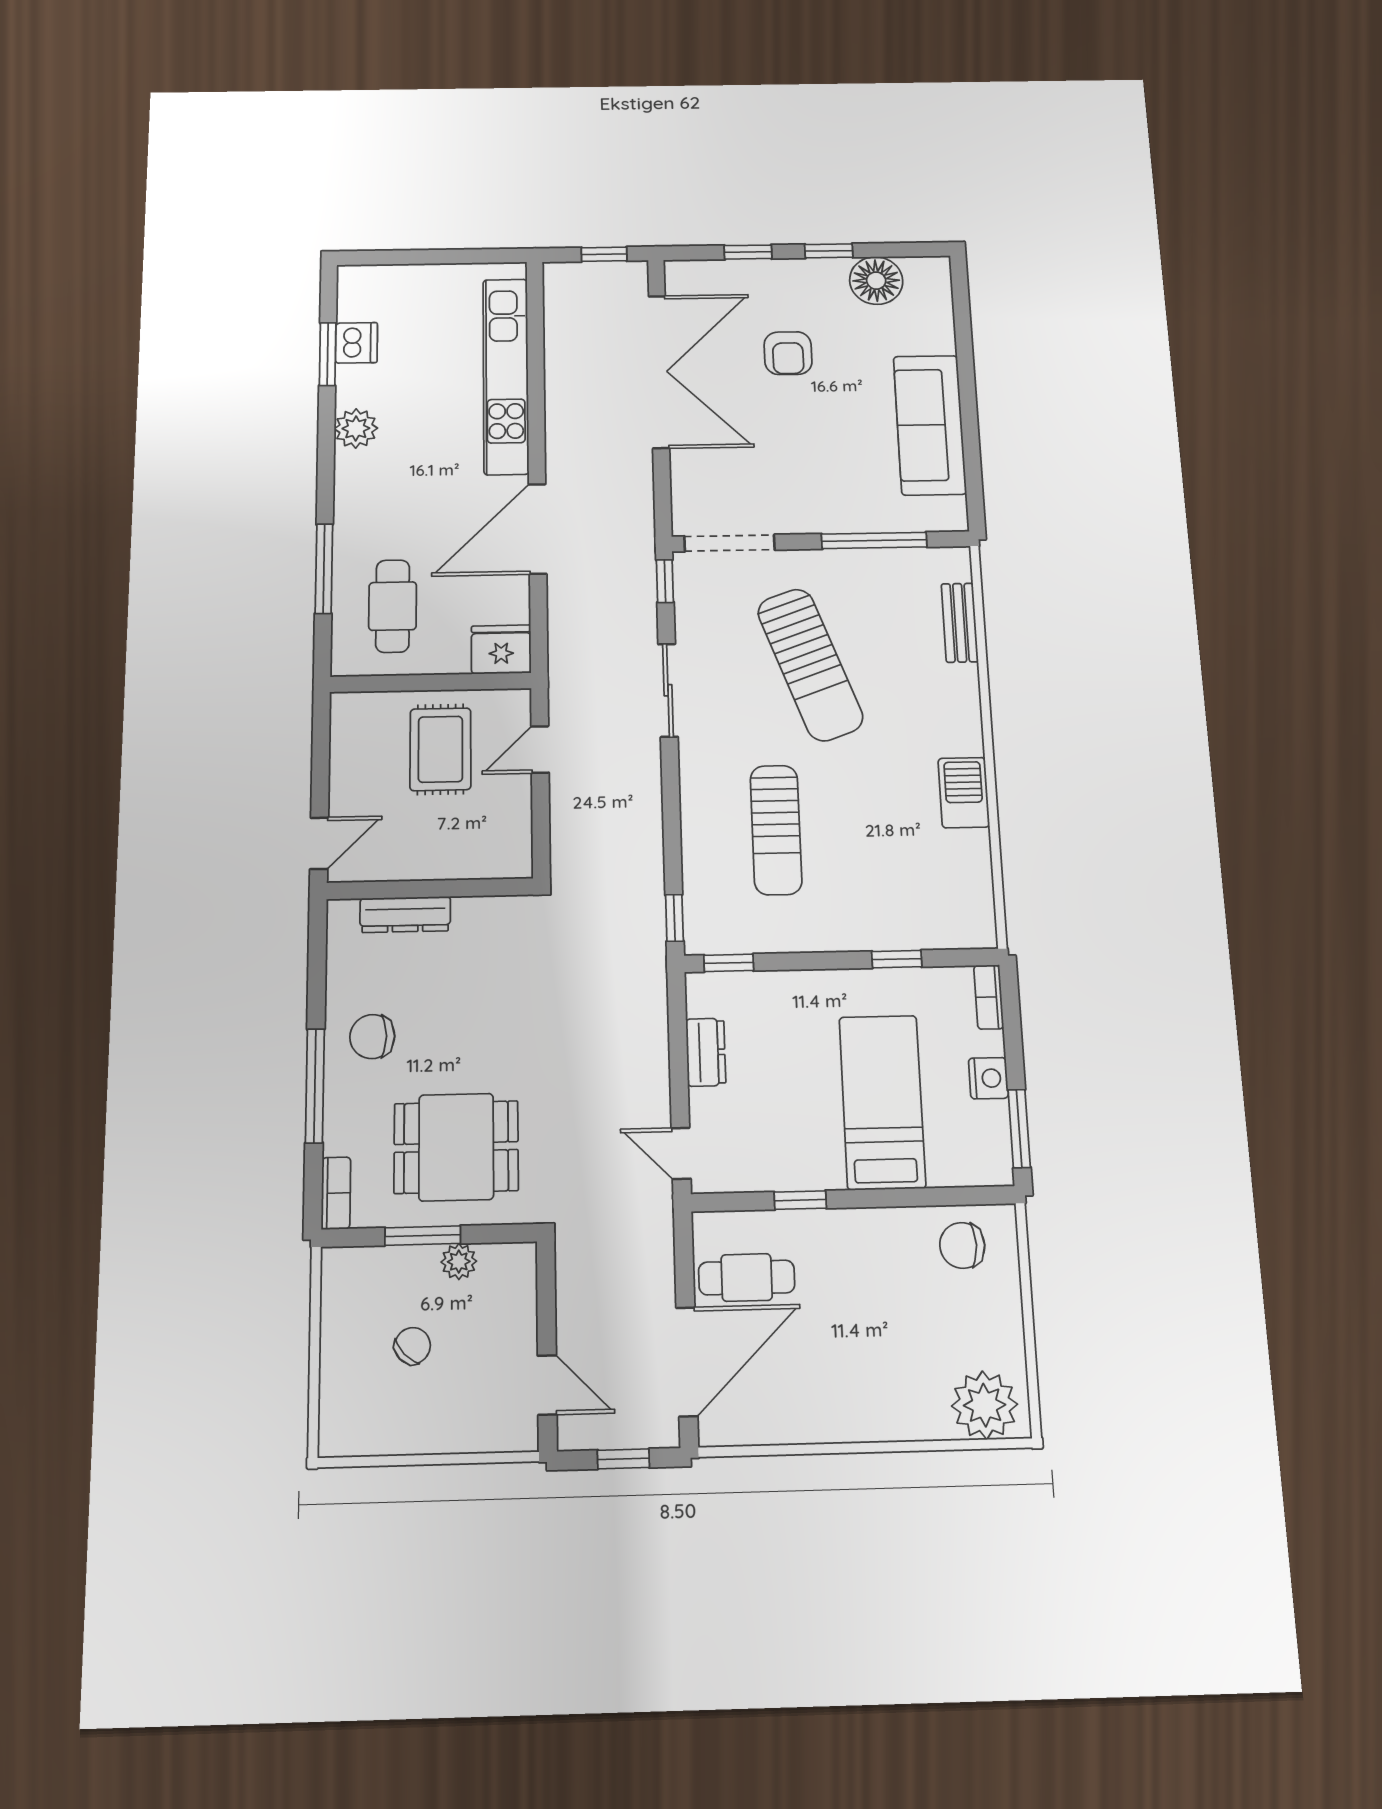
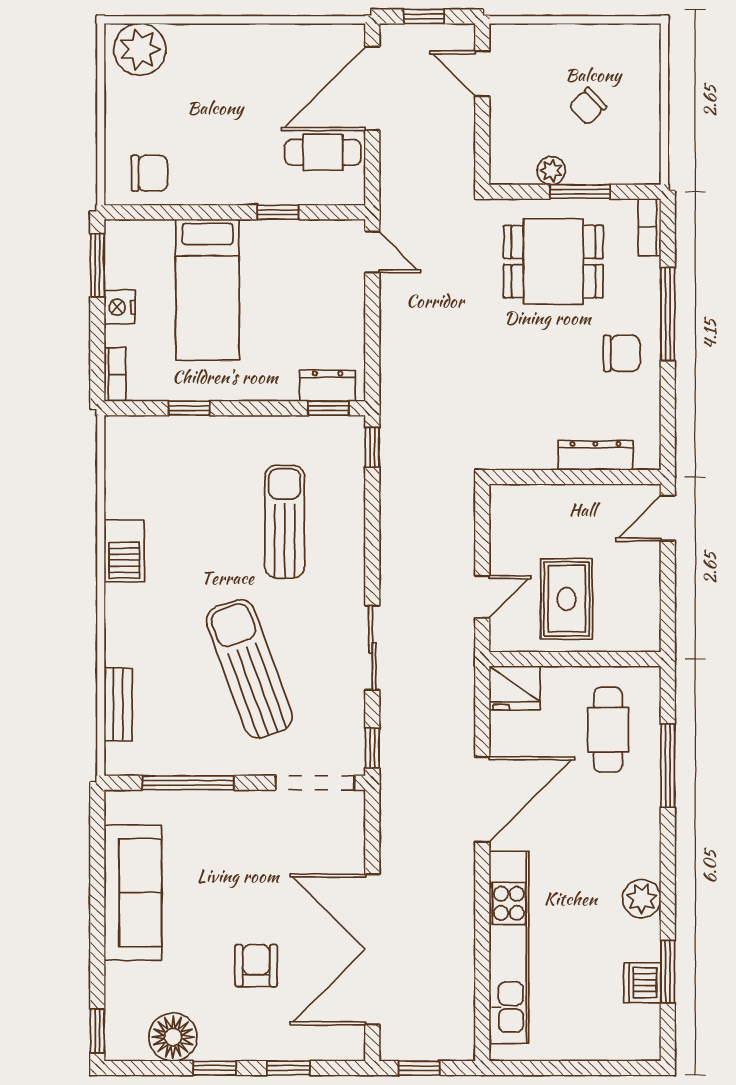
window: (960, 285) -> (97, 1031), added
dresser: (706, 1052) -> (327, 386), moved, turned 90

